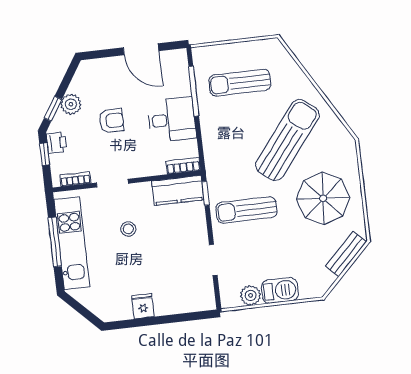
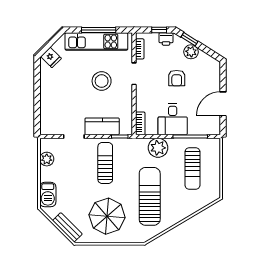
sun lounger: (240, 83) -> (192, 169), turned 180
plant: (216, 136) -> (158, 148), added
sun lounger: (287, 140) -> (150, 196), turned -128
kitchen counter: (178, 190) -> (102, 126), moved, turned 90
stool: (128, 229) -> (102, 81), width x1.89, depth x1.89
barbecue: (280, 290) -> (48, 195), moved
fridge: (143, 306) -> (51, 57), moved, turned 45

